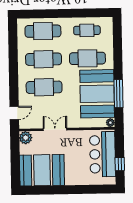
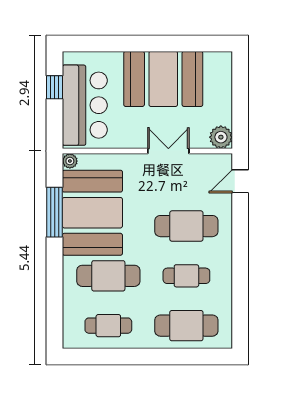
cafe table: (44, 59) -> (186, 276), width x0.73, depth x0.74
double door: (55, 129) -> (168, 151), swing flipped
booth: (42, 170) -> (163, 79), moved

